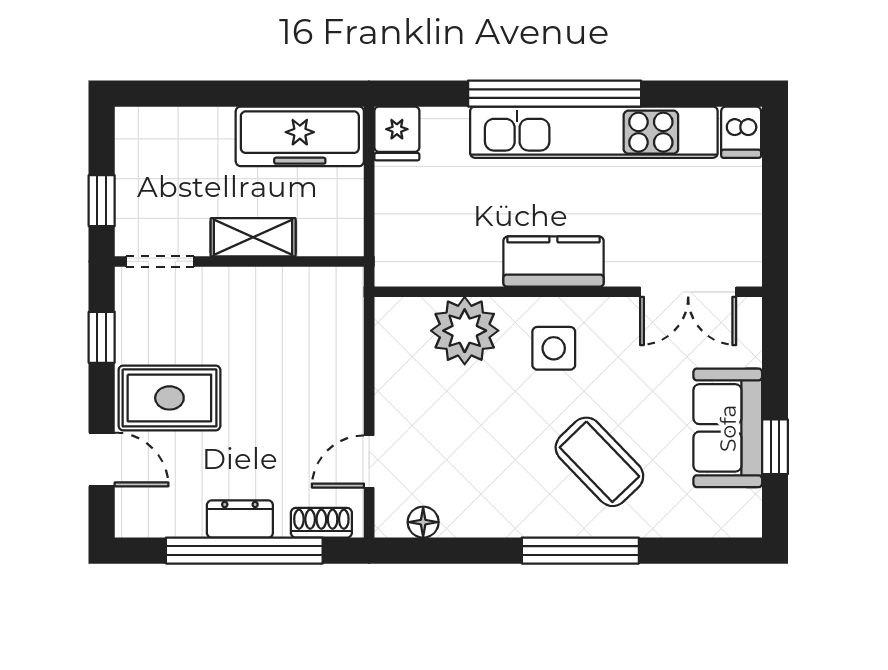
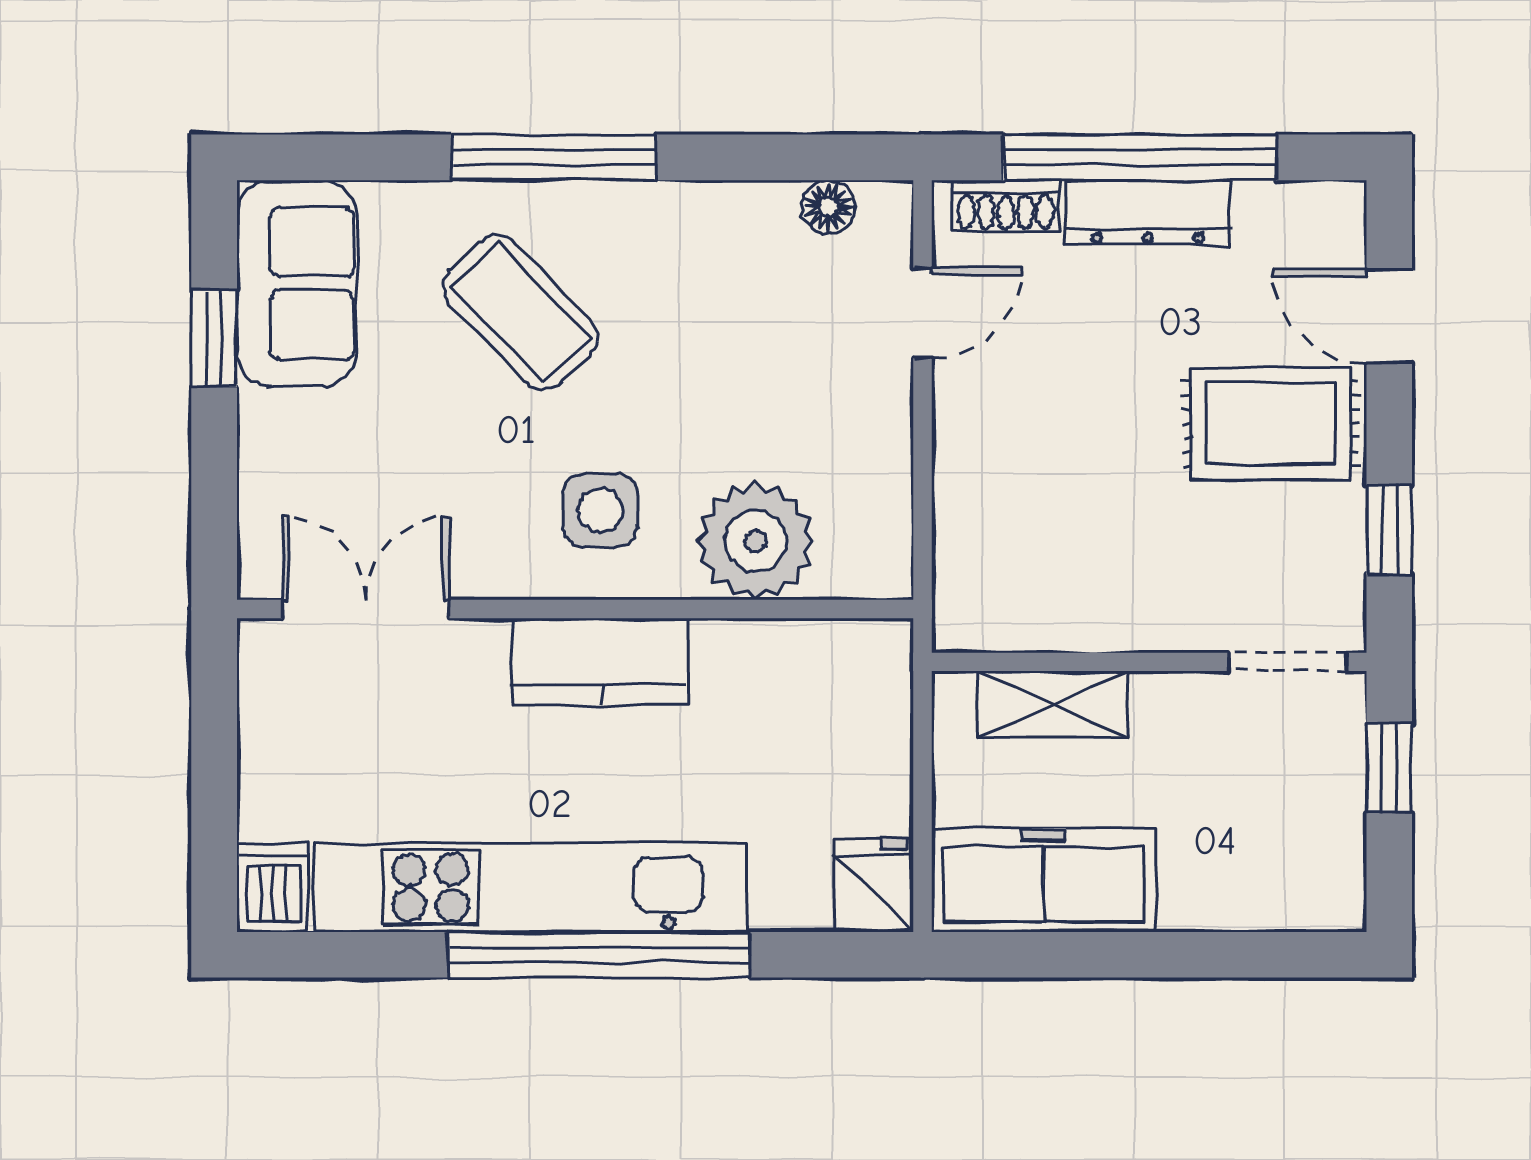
shelving: (253, 237) -> (1052, 704), moved
sofa: (728, 428) -> (297, 284), moved
dresser: (240, 519) -> (1148, 212), width x1.44

